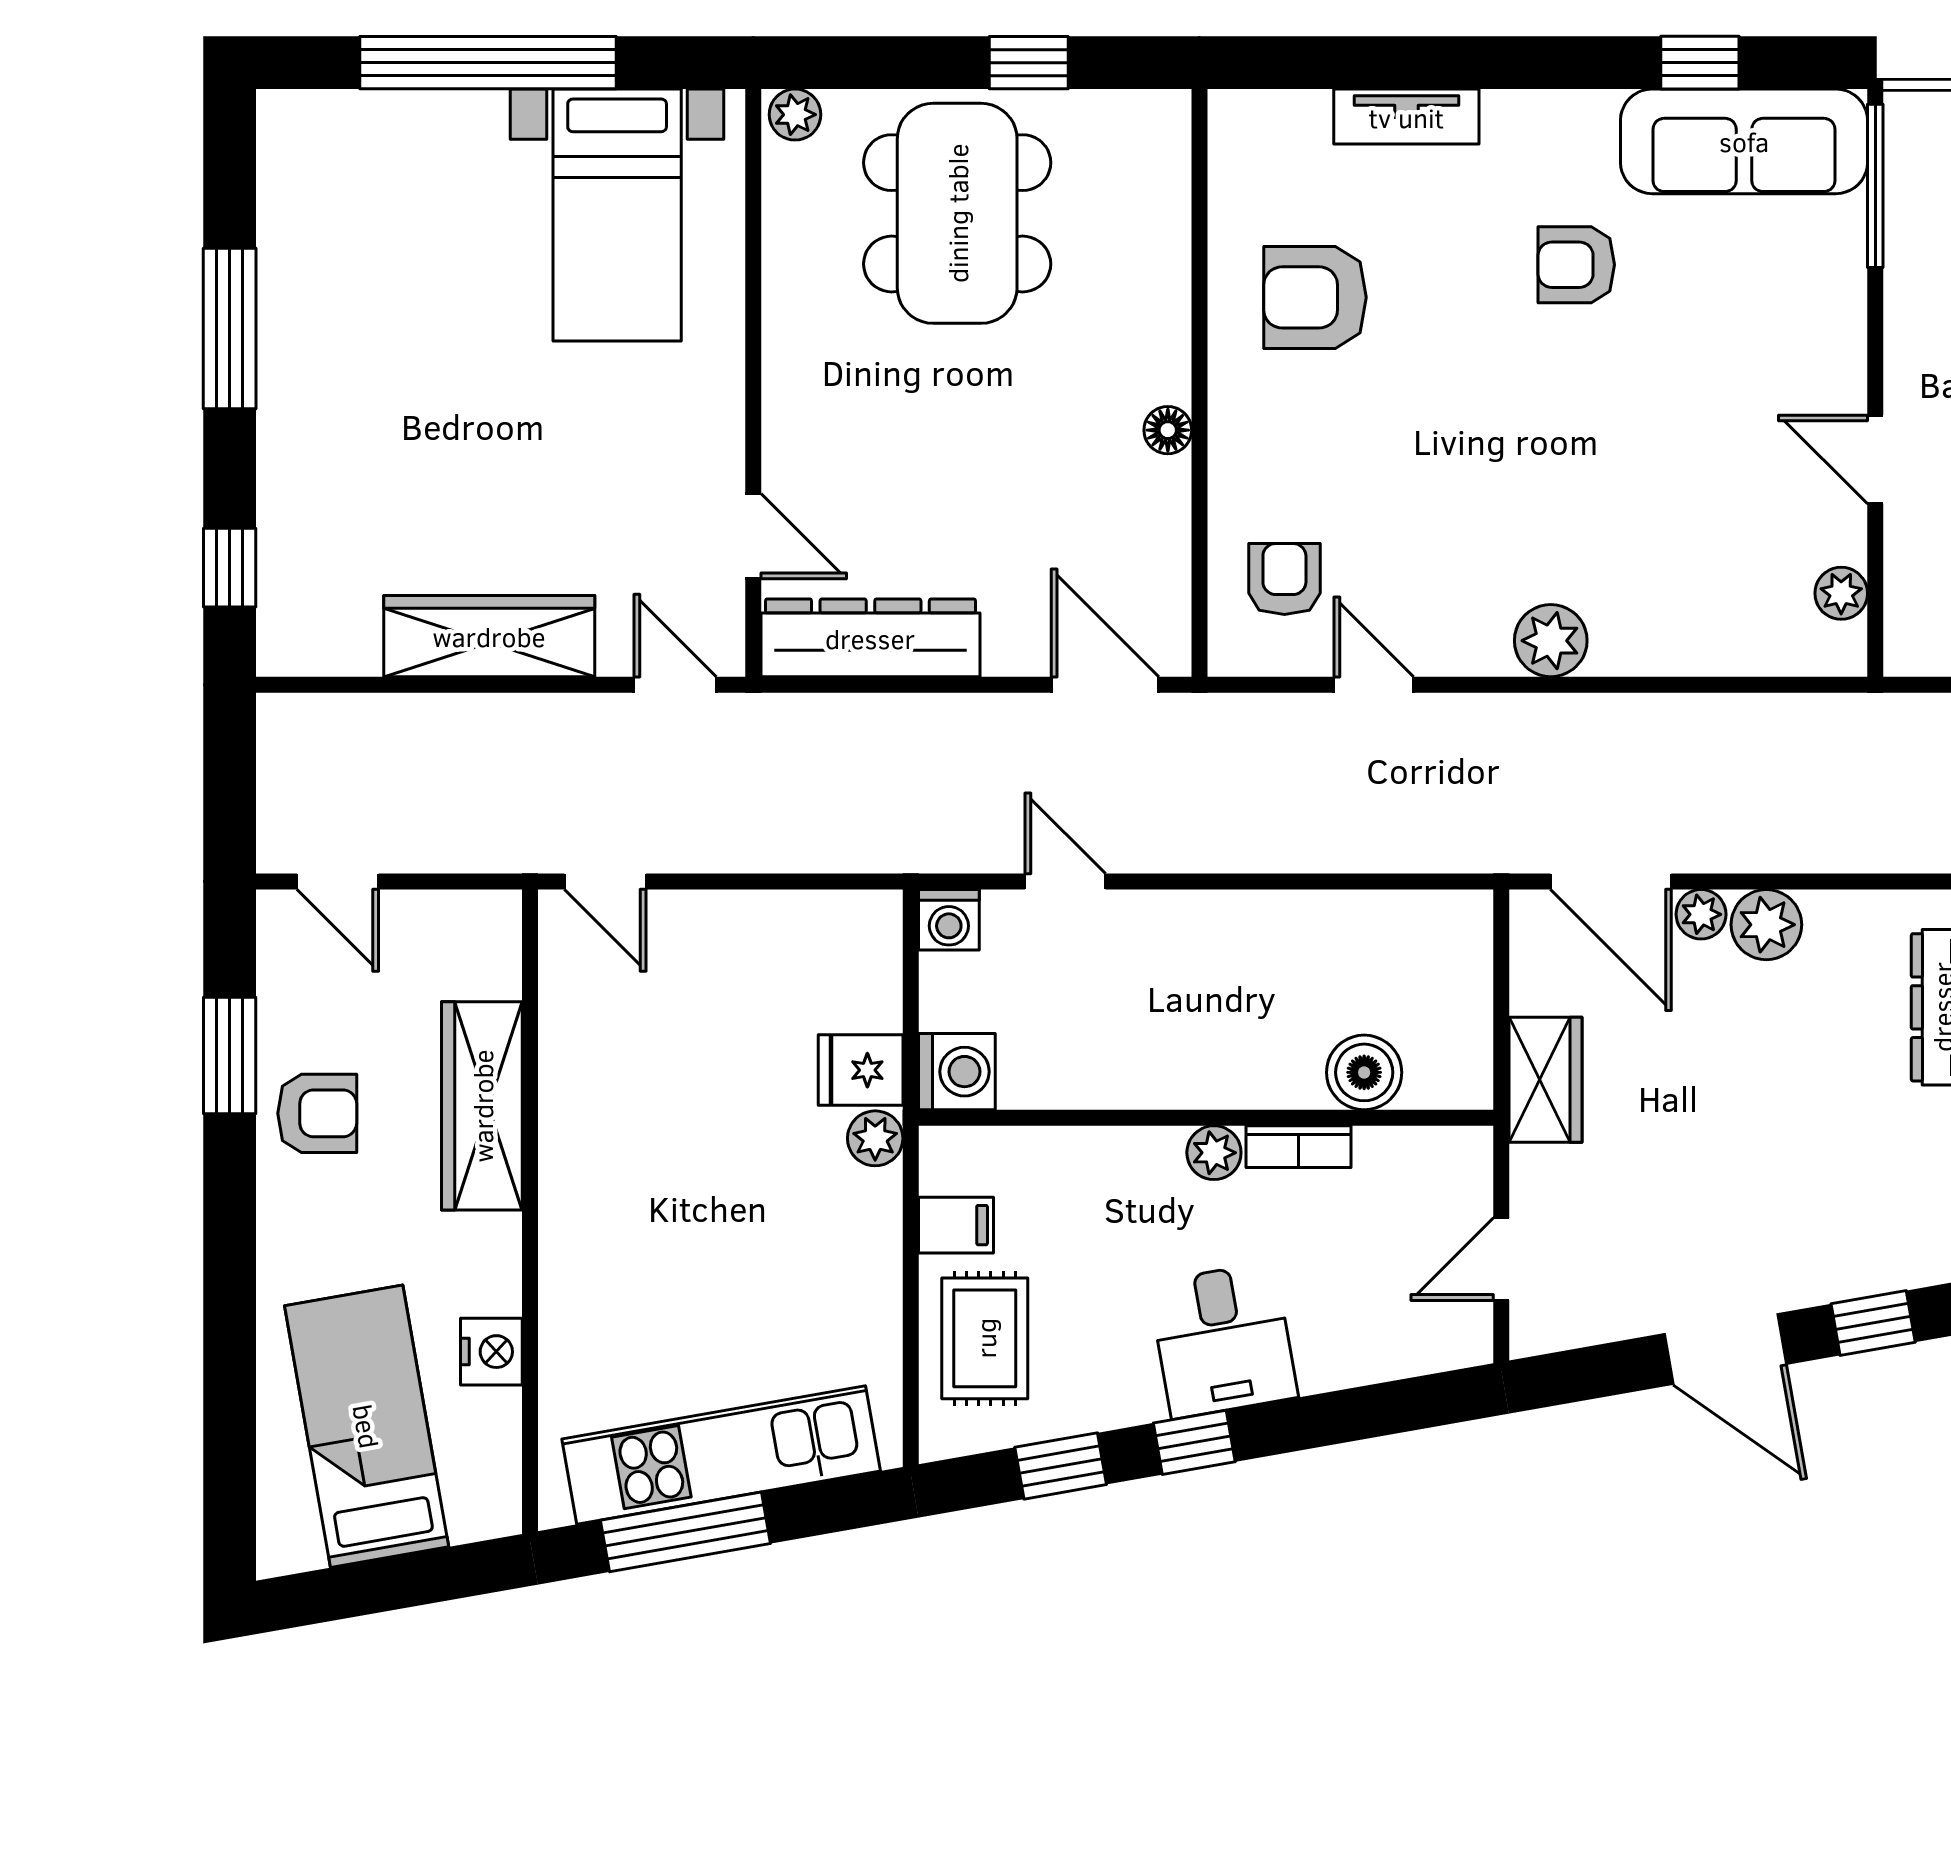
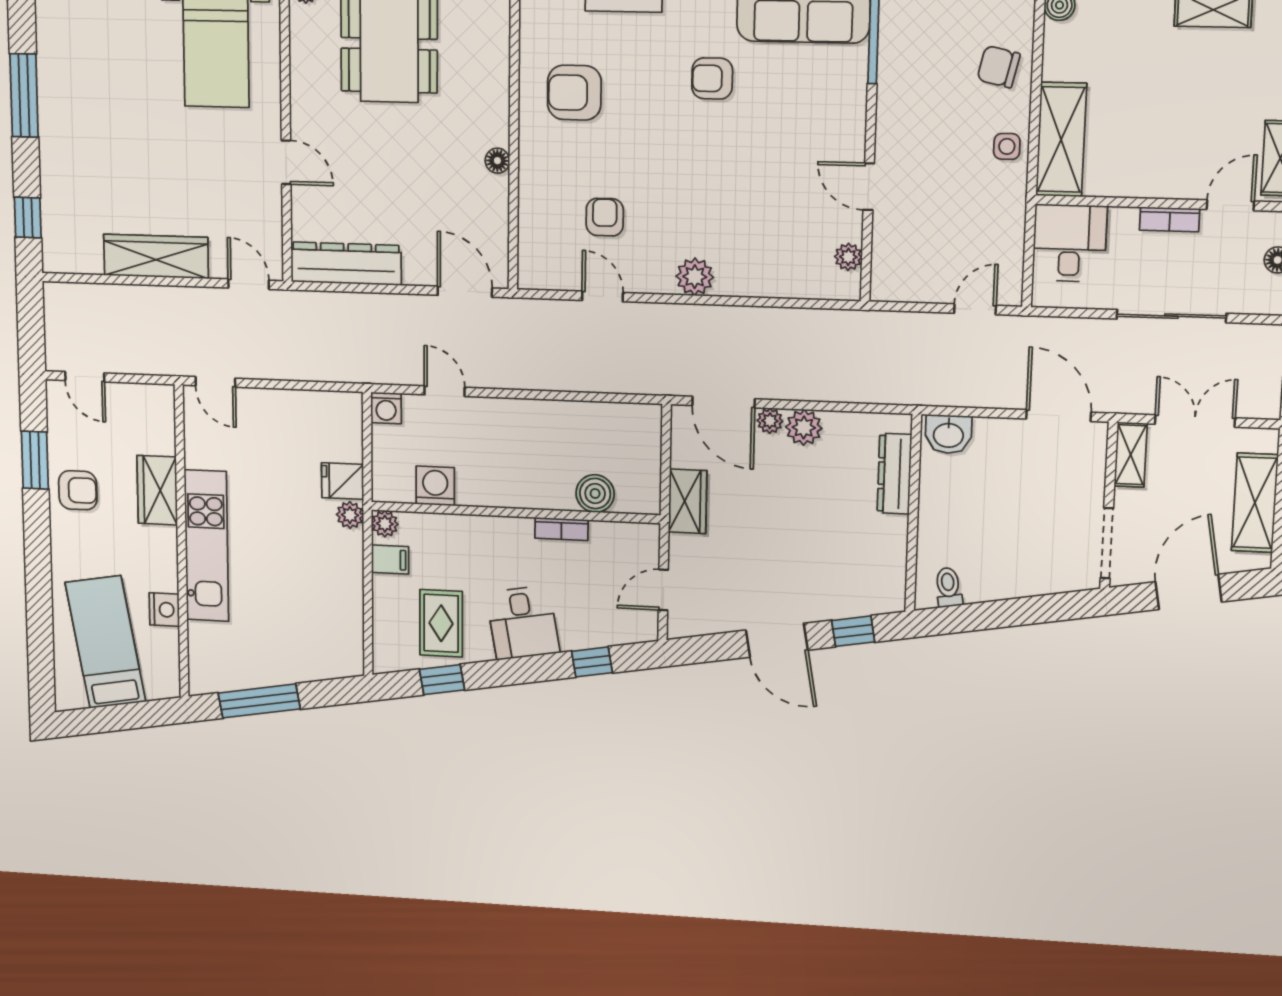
door: (753, 536) -> (286, 162), moved
armchair: (1284, 579) -> (605, 217), moved
washing machine: (957, 1072) -> (435, 486), moved, turned -90
wardrobe: (482, 1106) -> (157, 490), width x0.67
plant: (1214, 1153) -> (385, 524), moved
rug: (985, 1338) -> (441, 623), moved
window: (1194, 1442) -> (592, 662), moved
kitchen unit: (721, 1455) -> (206, 546), moved, turned 100

